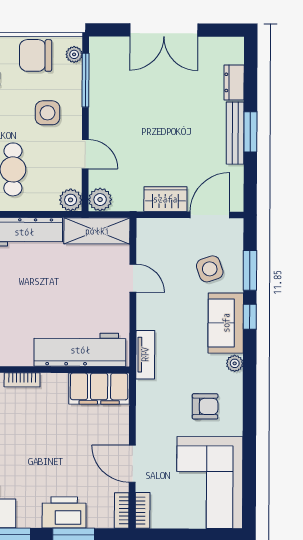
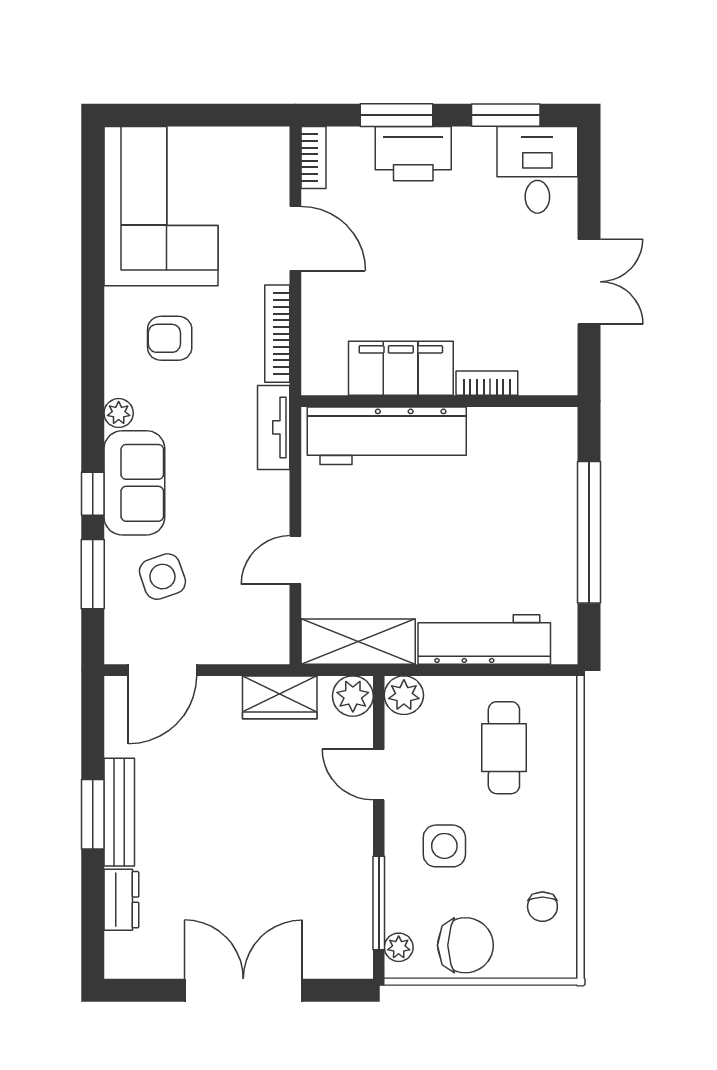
wardrobe: (165, 199) -> (280, 697), moved
door: (133, 278) -> (295, 560), hinge flipped
filing cabinet: (99, 389) -> (401, 368), moved
bookcase: (143, 510) -> (277, 334), moved, width x1.56

